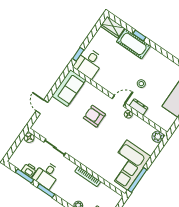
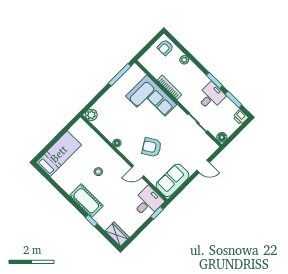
cot: (133, 44) -> (86, 201), moved
door: (119, 101) -> (138, 172), moved
door: (42, 107) -> (203, 166), hinge flipped
dresser: (139, 107) -> (105, 149), removed
armchair: (94, 116) -> (152, 147), turned 148
corner sofa: (127, 165) -> (151, 100), moved, turned 90
printer: (29, 170) -> (240, 117), moved

